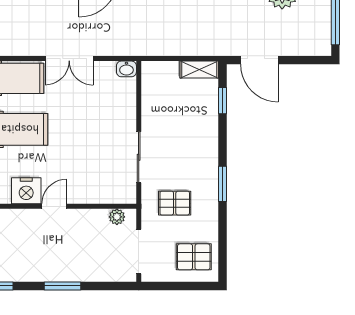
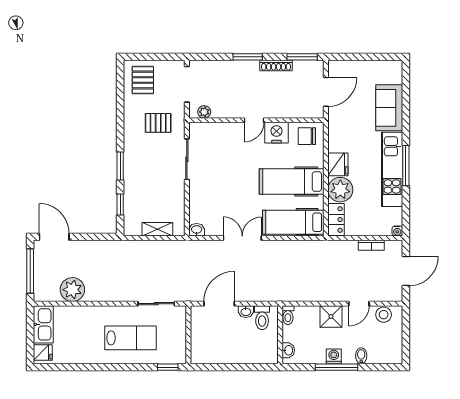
door: (259, 60) -> (54, 237), moved
shelving: (199, 70) -> (157, 229), moved
window: (222, 184) -> (120, 166), moved
pallet: (194, 257) -> (143, 80), turned 90
shoe rack: (27, 275) -> (276, 66), added

